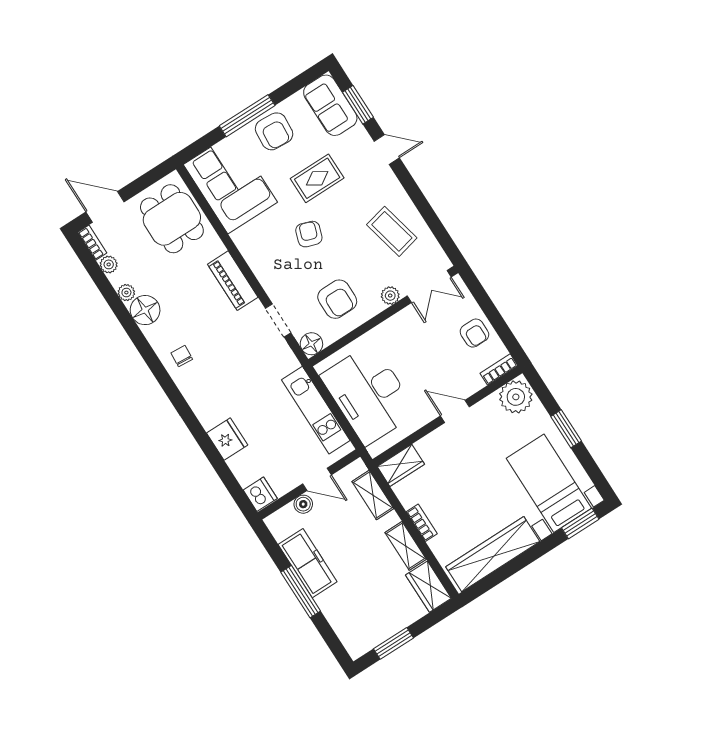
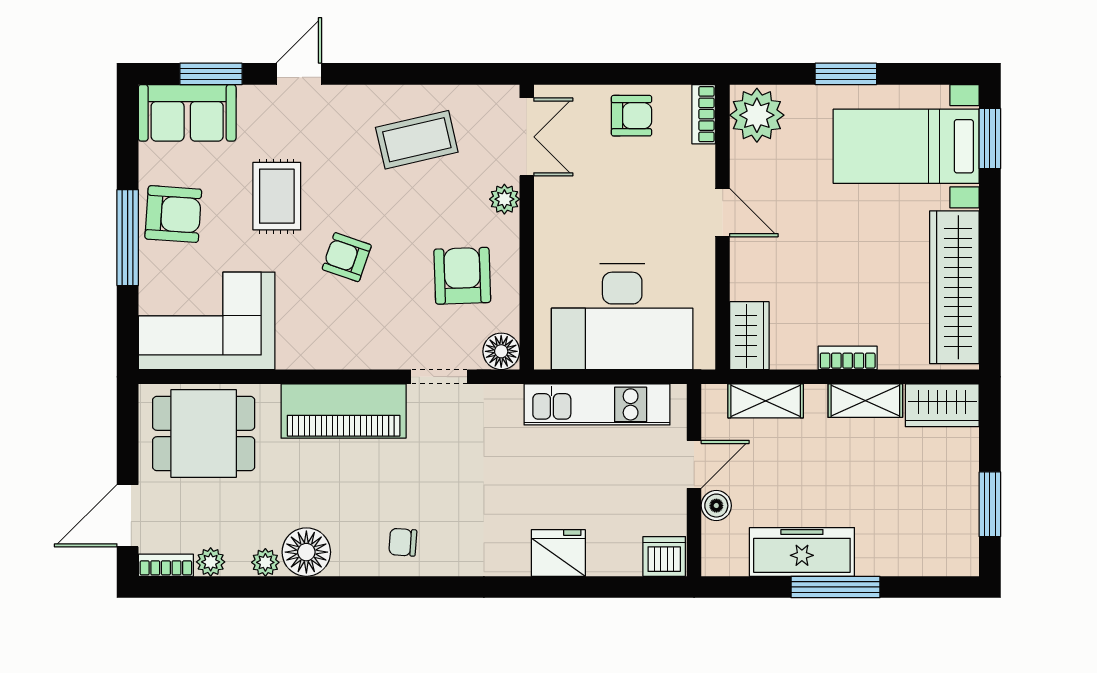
piano: (233, 281) -> (344, 411), width x1.37, depth x1.33
armchair: (337, 299) -> (462, 276), turned -92
door: (455, 411) -> (723, 213), swing flipped

